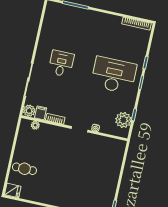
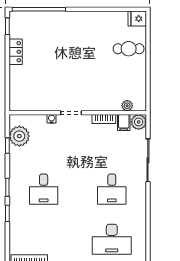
desk: (70, 25) -> (112, 239), added
desk: (114, 75) -> (44, 189), width x0.53, depth x0.77
locker: (112, 186) -> (16, 52), added

